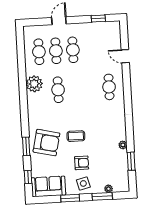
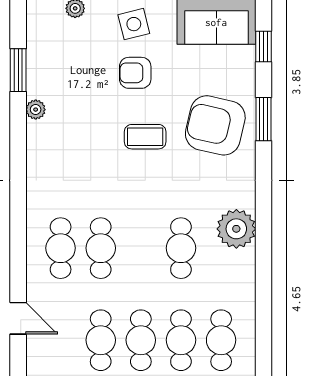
cafe table: (90, 49) -> (101, 340), added
plant: (34, 84) -> (236, 229), moved
cafe table: (92, 88) -> (101, 248), added

